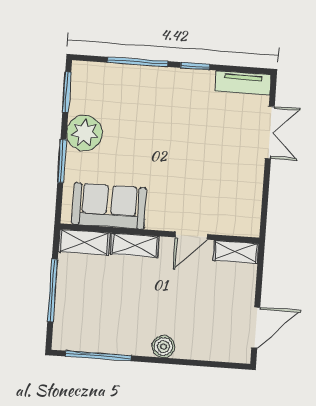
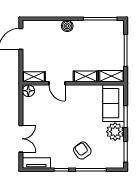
armchair: (151, 101) -> (82, 151), added
double door: (270, 132) -> (21, 139), swing flipped
sofa: (109, 206) -> (114, 103), moved, turned 90
floor lamp: (248, 225) -> (28, 91), added
door: (191, 236) -> (57, 83), swing flipped

